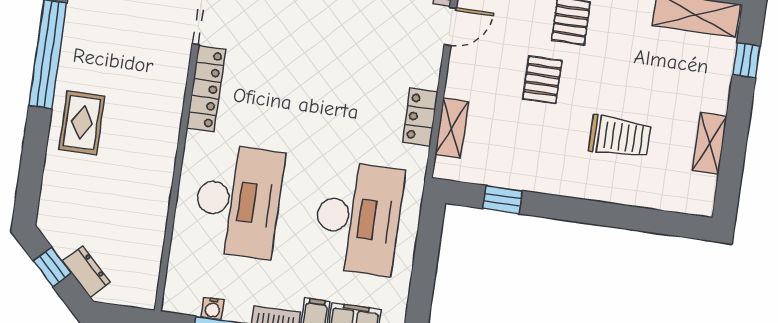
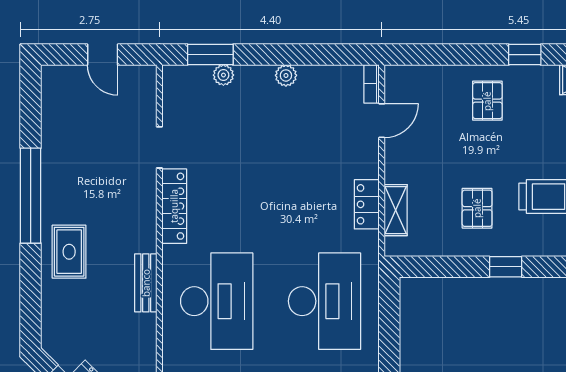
pallet: (542, 80) -> (477, 208), moved
bench: (162, 169) -> (146, 283), added
window: (503, 200) -> (506, 267), moved

